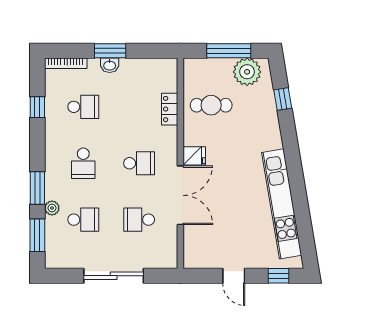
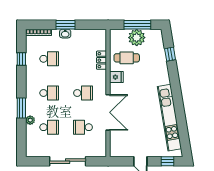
plant: (247, 72) -> (137, 38), moved
fridge: (194, 156) -> (116, 77), moved
school desk: (83, 163) -> (49, 93), turned -90
window: (37, 235) -> (21, 137), removed

